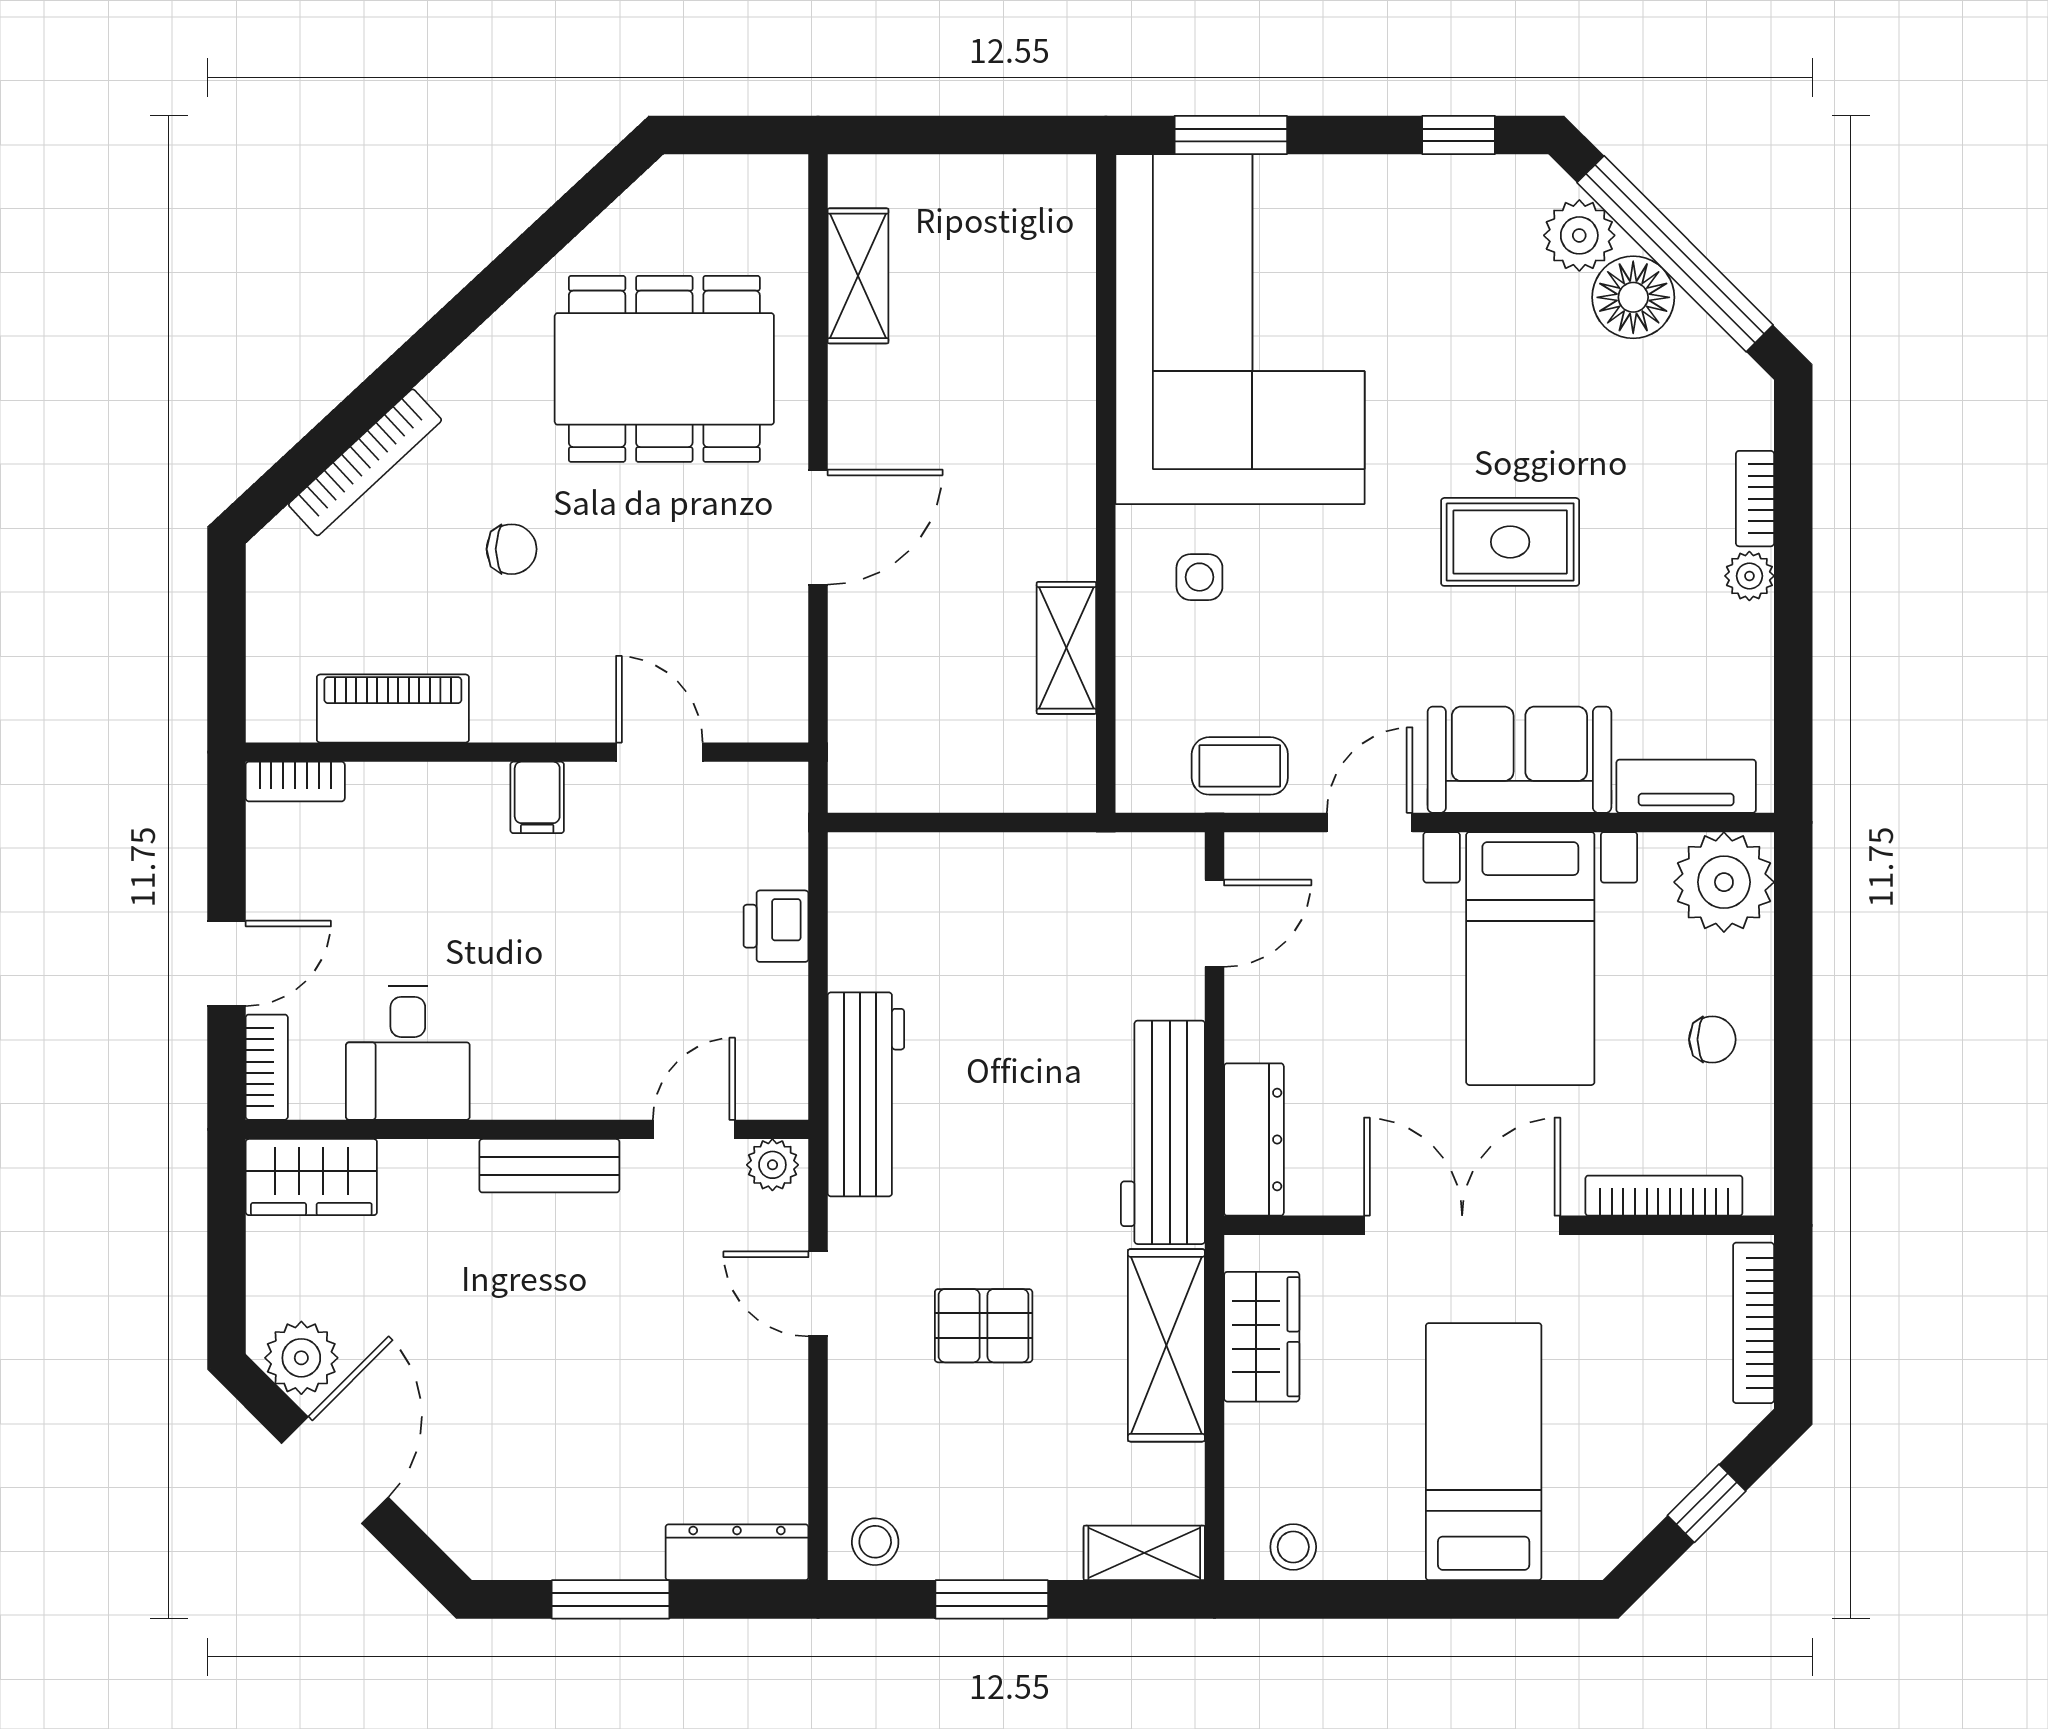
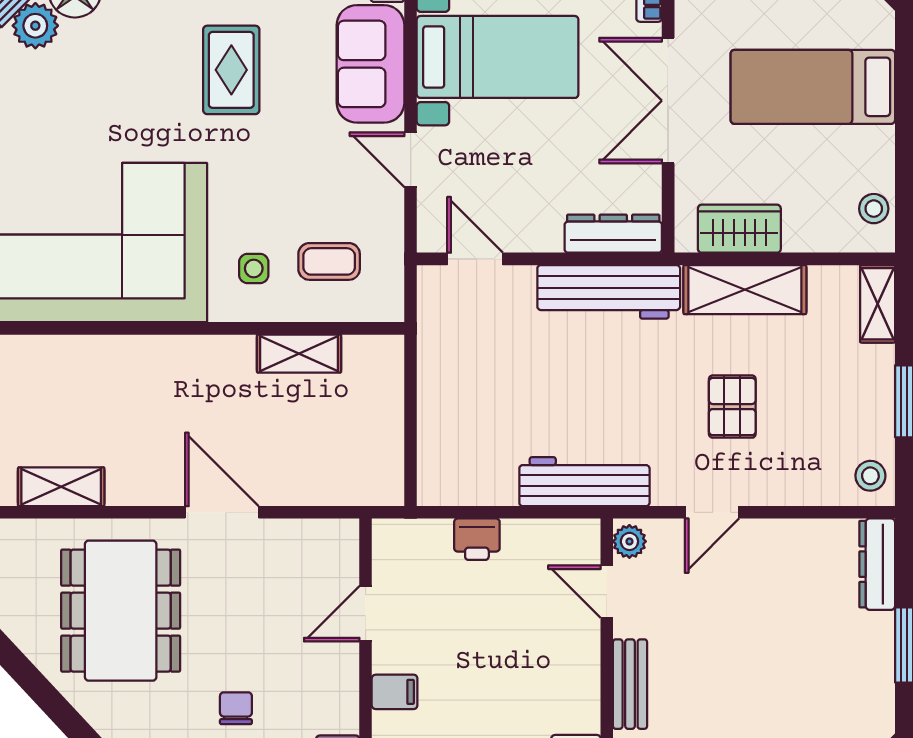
coffee table: (1240, 766) -> (329, 261), moved, turned 90

